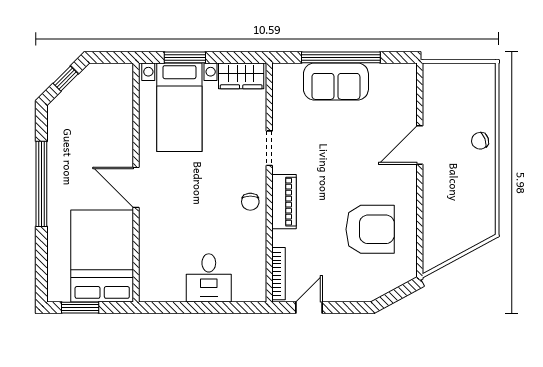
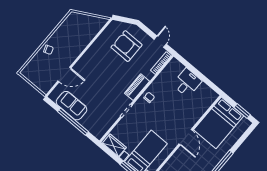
sofa: (336, 82) -> (72, 106), moved
door: (420, 145) -> (64, 75), moved
armchair: (370, 229) -> (127, 46), moved
door: (309, 308) -> (160, 42), swing flipped

